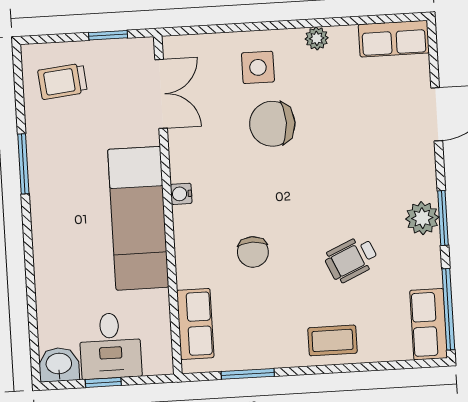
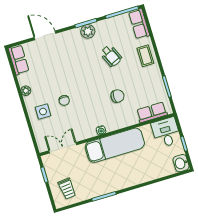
chair: (272, 124) -> (64, 100), width x0.54, depth x0.54
row of seats: (429, 324) -> (139, 24), moved, turned 90
desk: (110, 346) -> (166, 132), moved, turned -90

